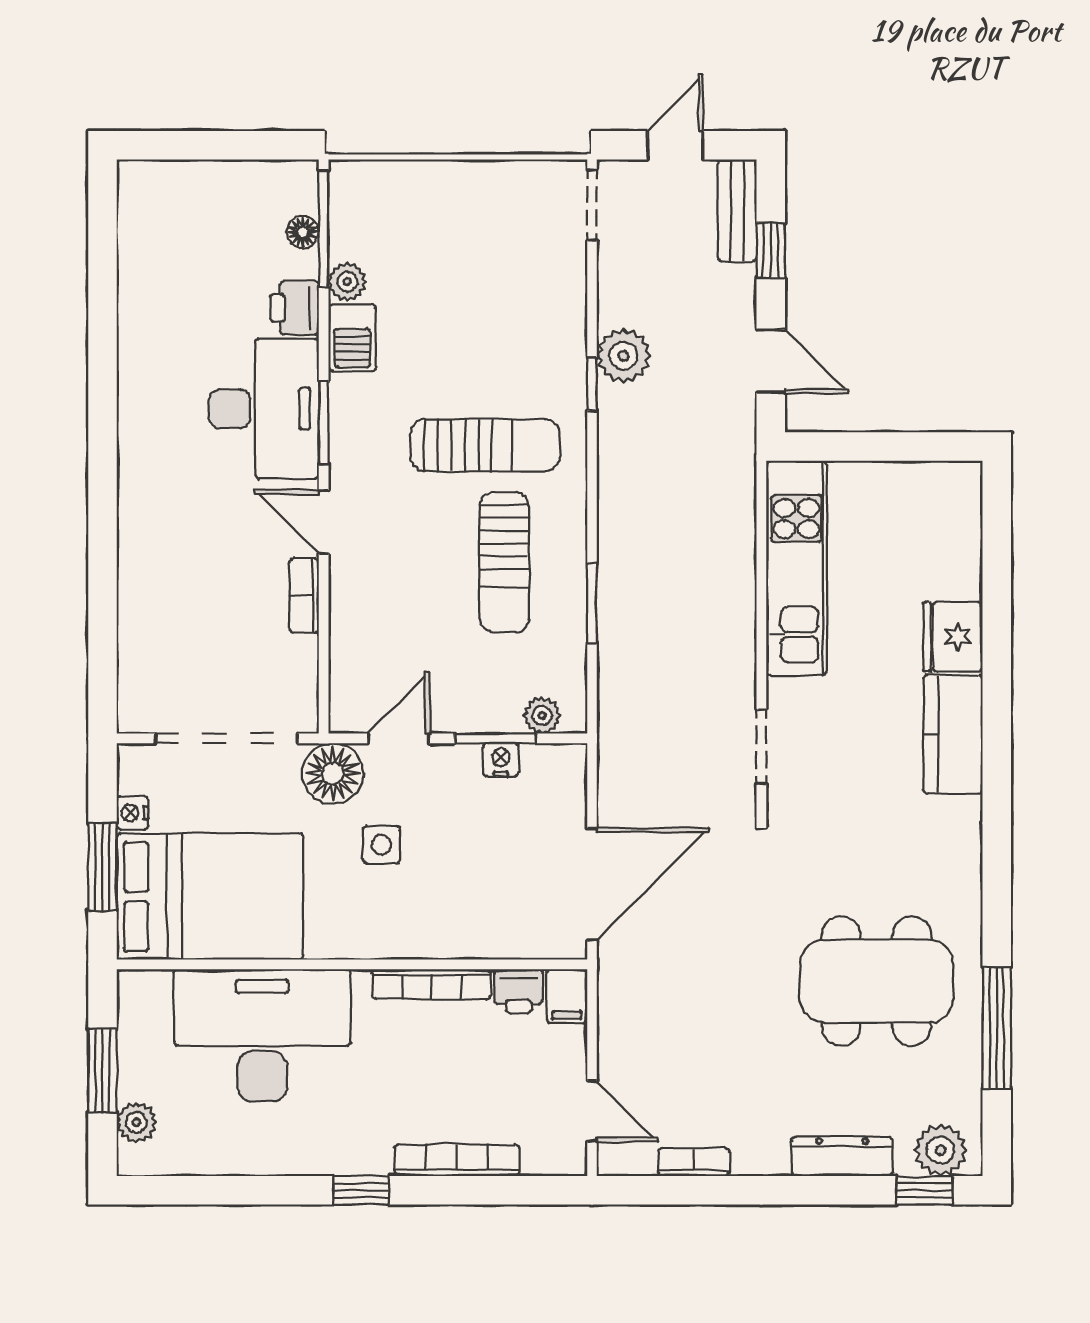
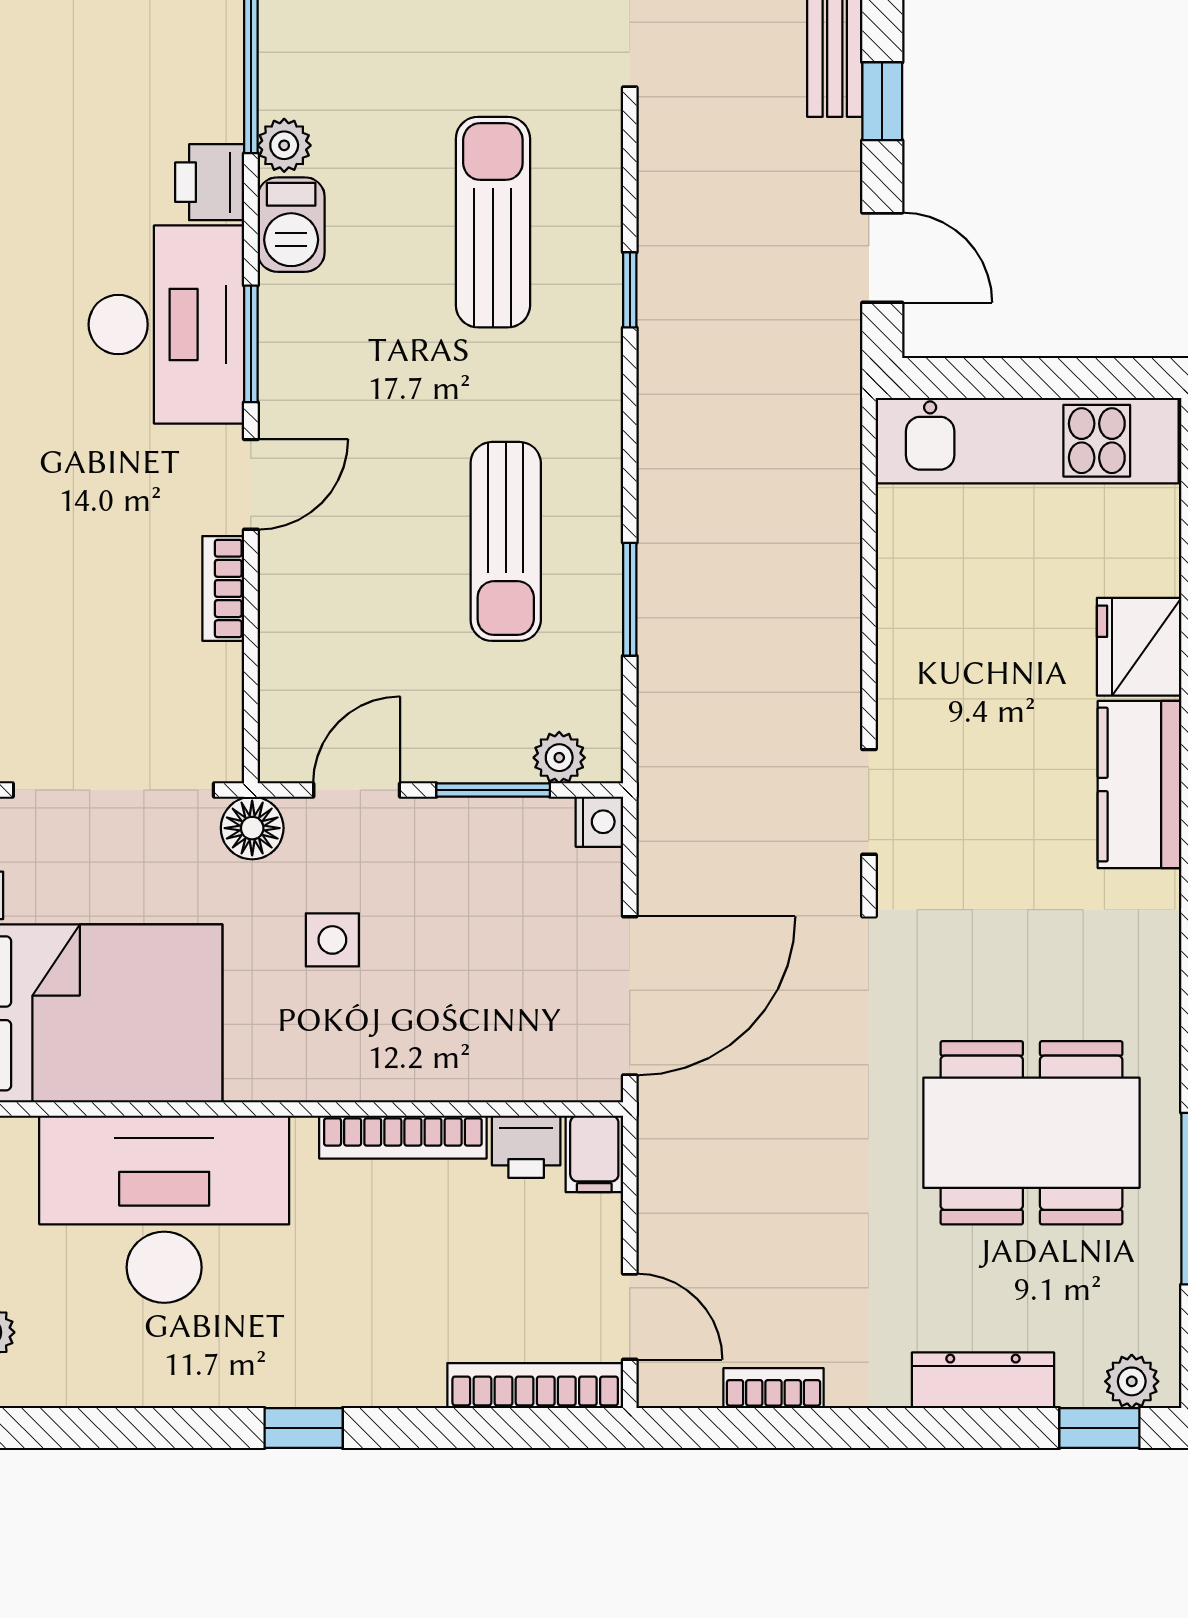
floor lamp: (303, 232) -> (221, 75), removed
plant: (623, 356) -> (674, 250), removed
sun lounger: (485, 445) -> (493, 222), moved, turned -90
door: (324, 522) -> (251, 484), swing flipped
kitchen unit: (796, 568) -> (1027, 441), moved, turned 90
nightstand: (501, 760) -> (599, 822), moved, turned 90
floor lamp: (333, 774) -> (252, 828), width x0.73, depth x0.73
plant: (940, 1150) -> (1132, 1381), width x0.73, depth x0.73
bookcase: (457, 1160) -> (535, 1386), moved

